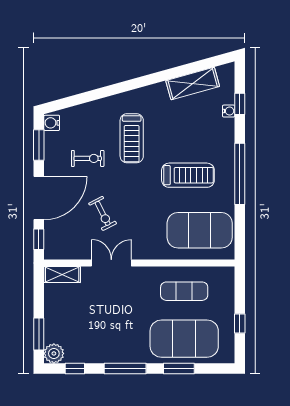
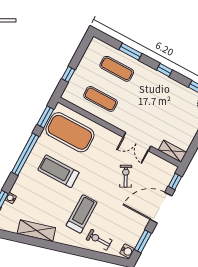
shelving: (193, 83) -> (36, 231), moved
exercise bike: (88, 158) -> (99, 240), moved
window: (240, 233) -> (45, 117), added
window: (240, 324) -> (68, 74), moved
exercise mat: (184, 339) -> (117, 69), width x0.50, depth x0.69
window: (125, 369) -> (164, 70), width x0.46

